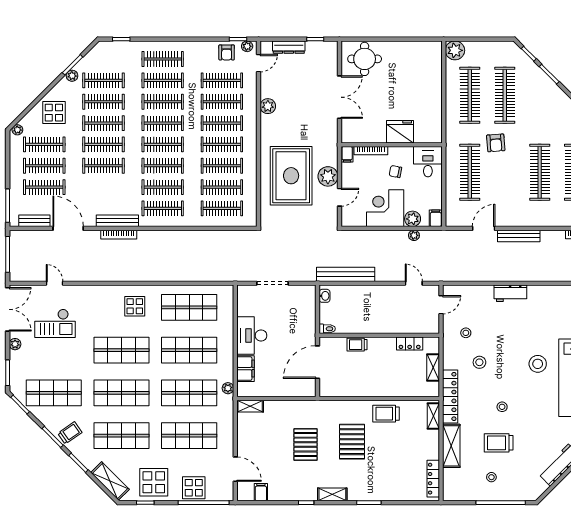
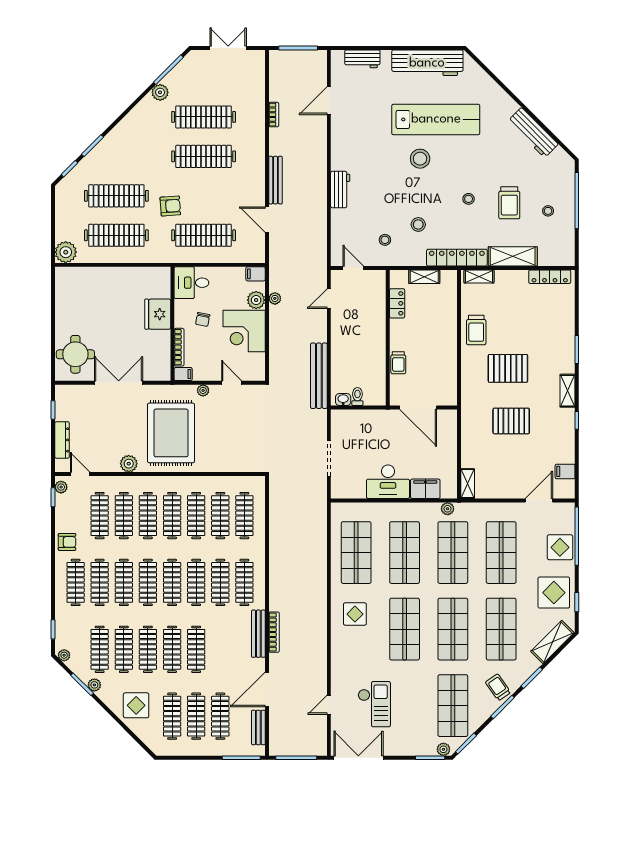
armchair: (227, 52) -> (67, 542), moved
plant: (17, 130) -> (64, 655), moved
rug: (291, 176) -> (171, 433), moved, turned 90
plant: (328, 176) -> (203, 390), width x0.53, depth x0.53
toilet: (327, 329) -> (357, 397), moved
plant: (15, 344) -> (443, 749), moved

